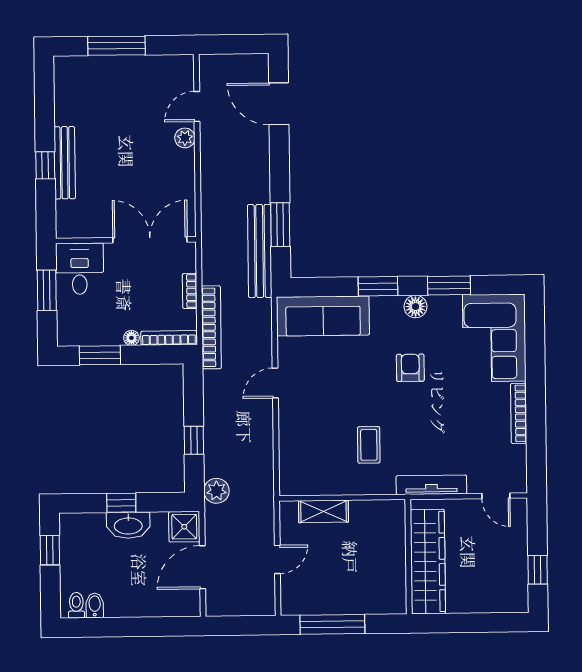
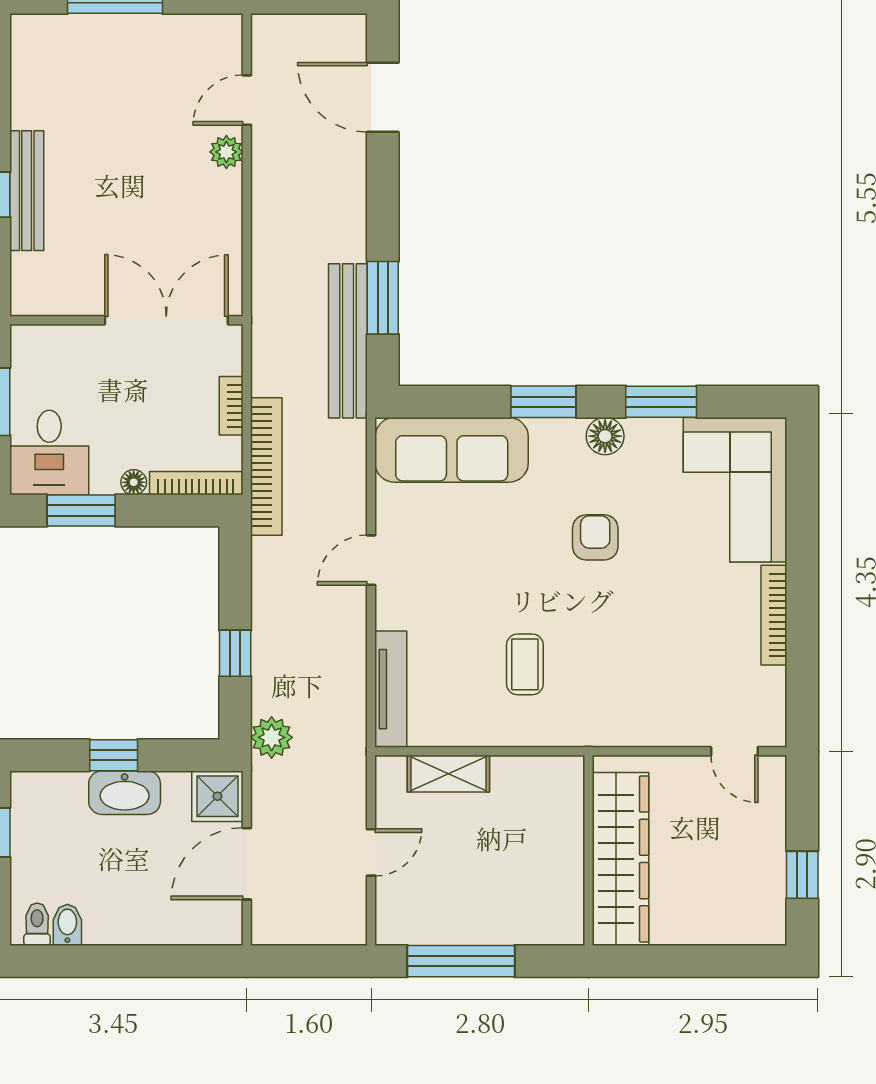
desk: (80, 269) -> (49, 453), moved, turned 180
tv unit: (431, 485) -> (391, 689), moved, turned 90

